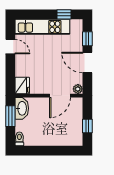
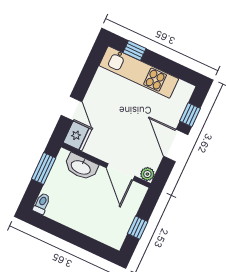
window: (64, 14) -> (134, 51), moved
door: (10, 47) -> (72, 108), moved
door: (60, 96) -> (120, 172), hinge flipped
washbasin: (22, 108) -> (81, 167), moved, turned 90

